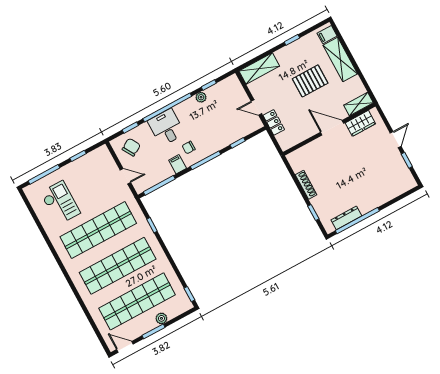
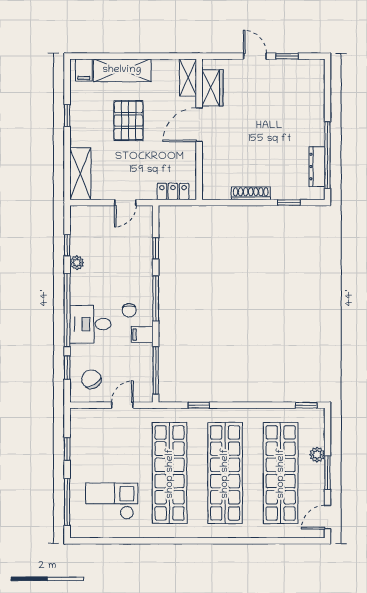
locker: (274, 122) -> (173, 191), moved

